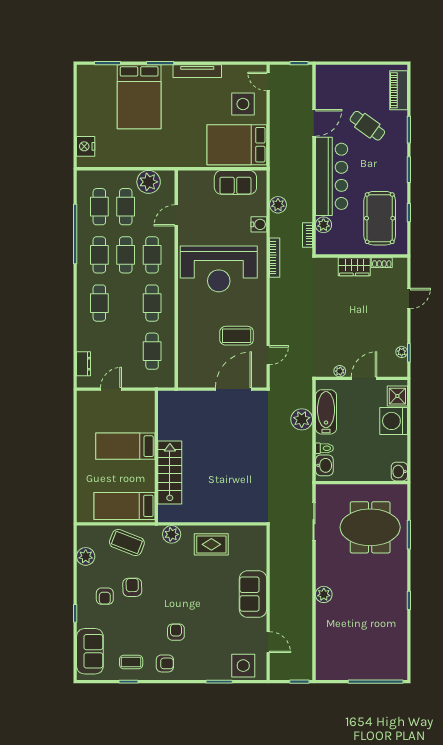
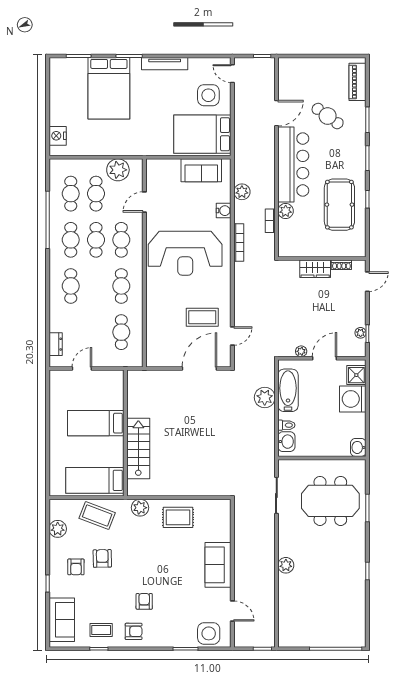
wall: (361, 256) -> (322, 258), moved
shoe rack: (382, 263) -> (341, 265), moved
wardrobe: (354, 267) -> (315, 269), moved

